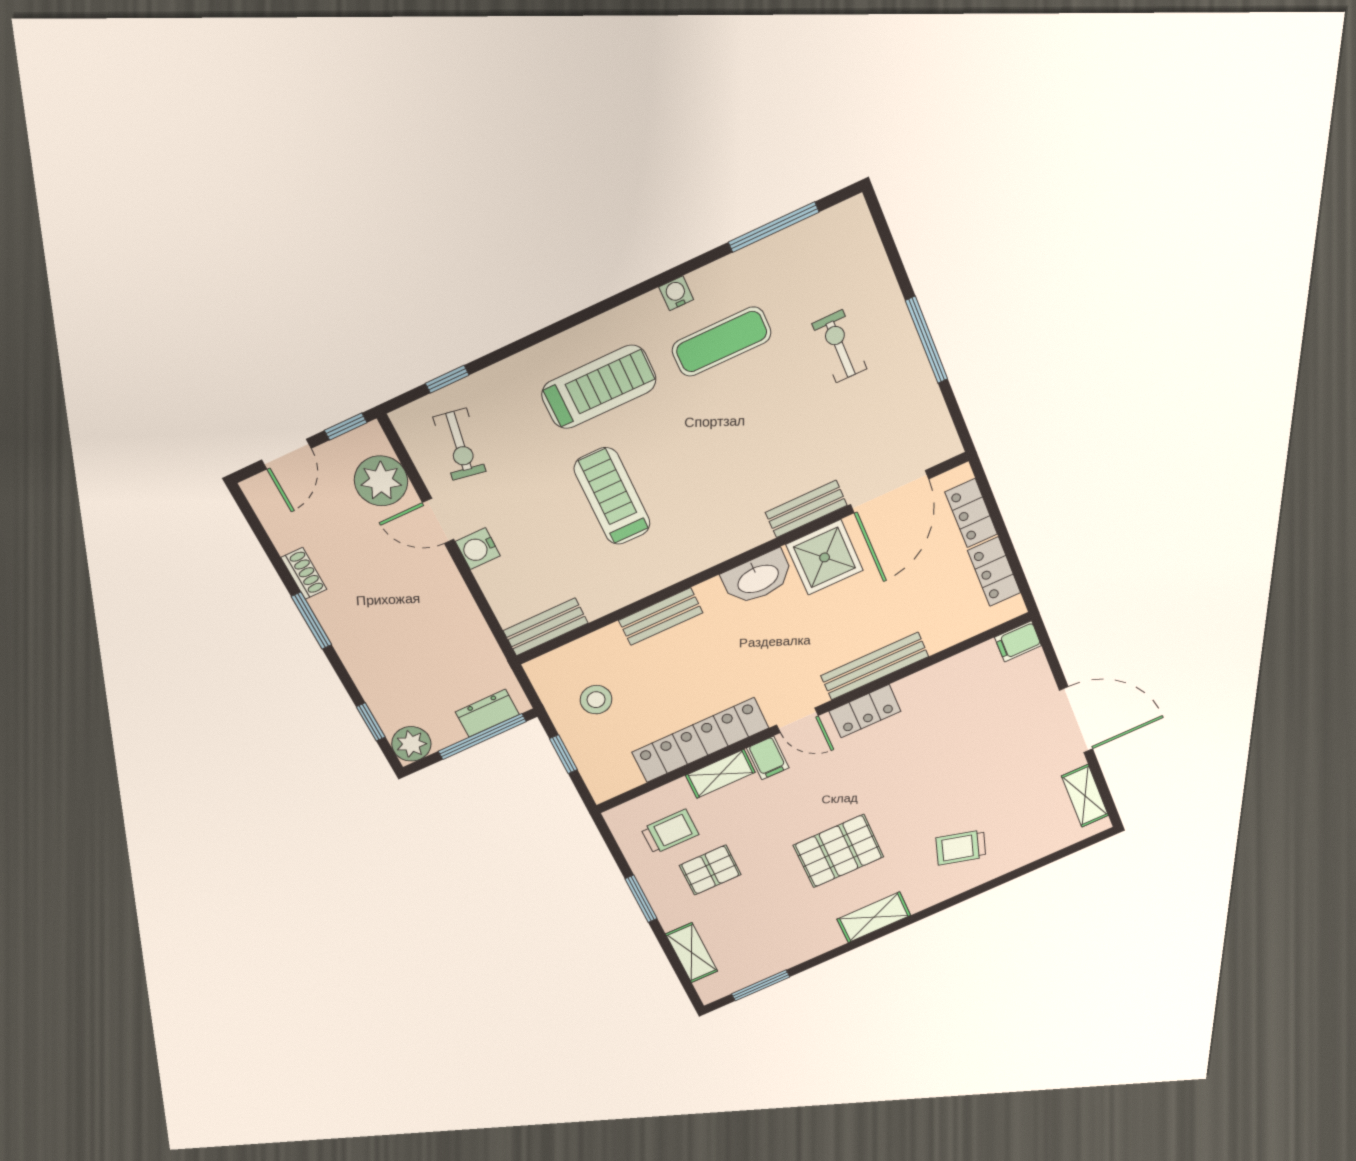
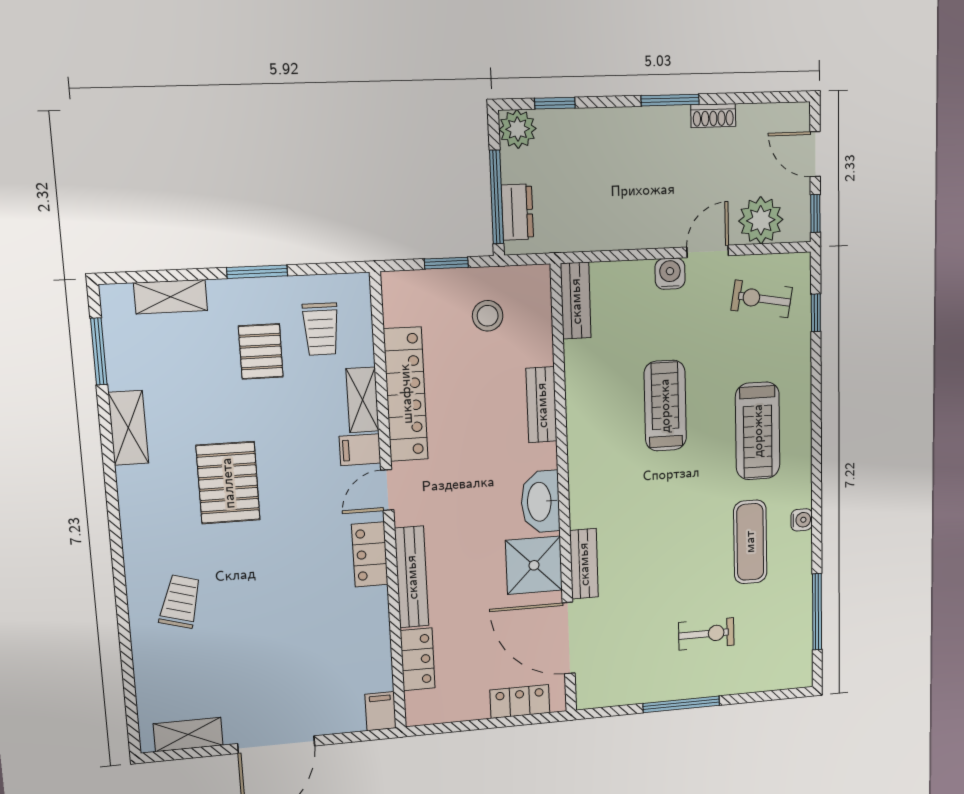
treadmill: (612, 496) -> (665, 406), turned -90
locker: (994, 572) -> (418, 659), moved, turned 90
shelving: (874, 917) -> (128, 428), moved

